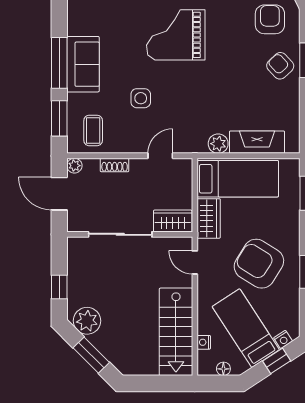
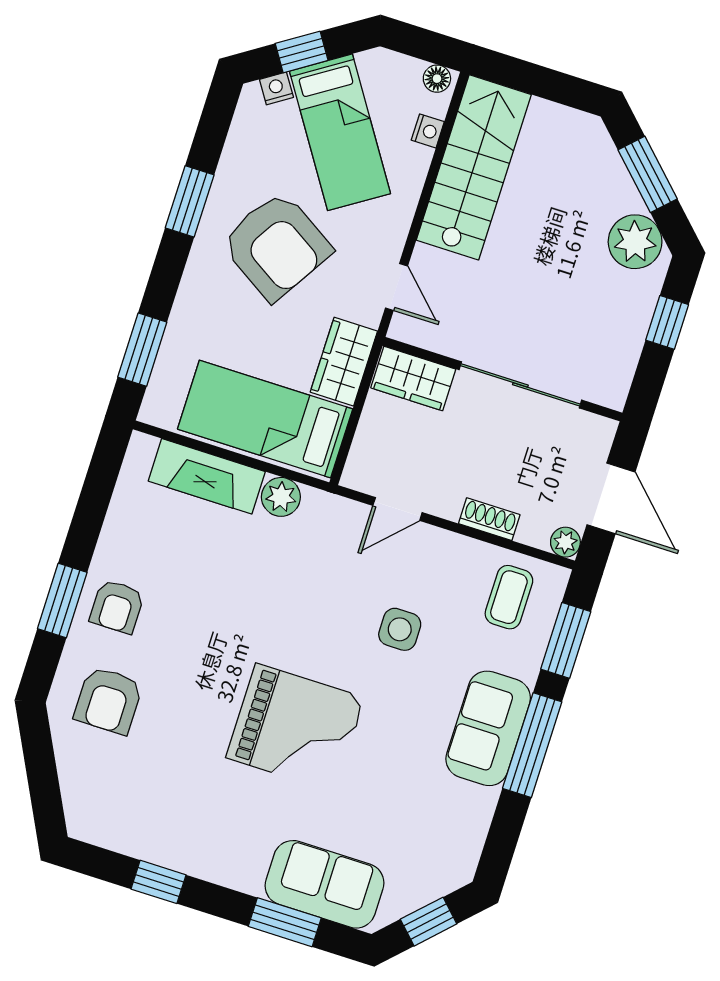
armchair: (280, 66) -> (117, 607), turned 43
floor lamp: (223, 369) -> (437, 79), moved

